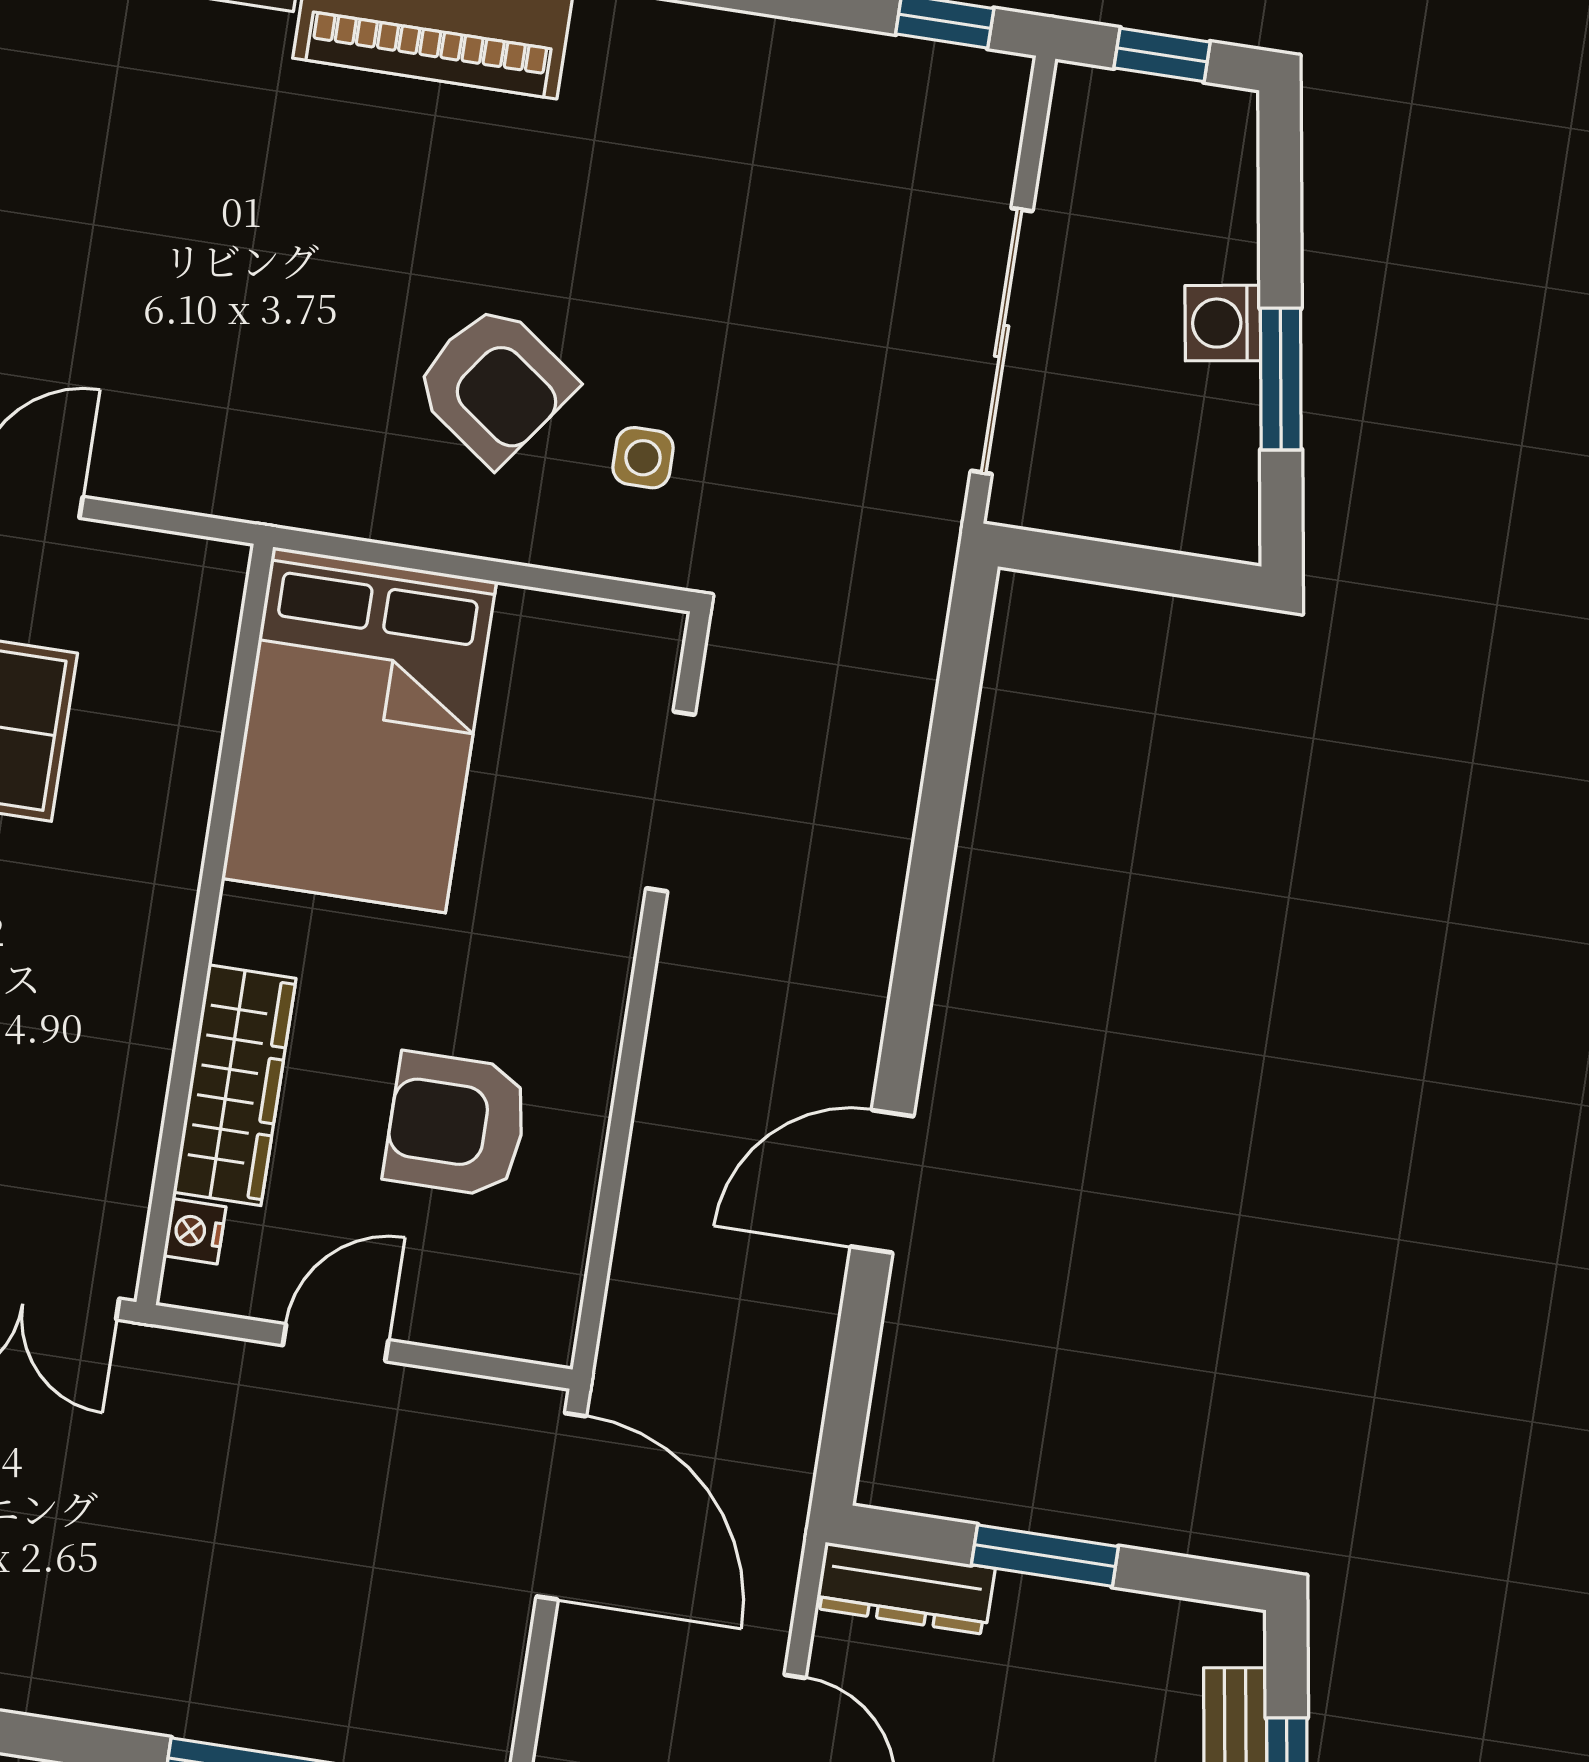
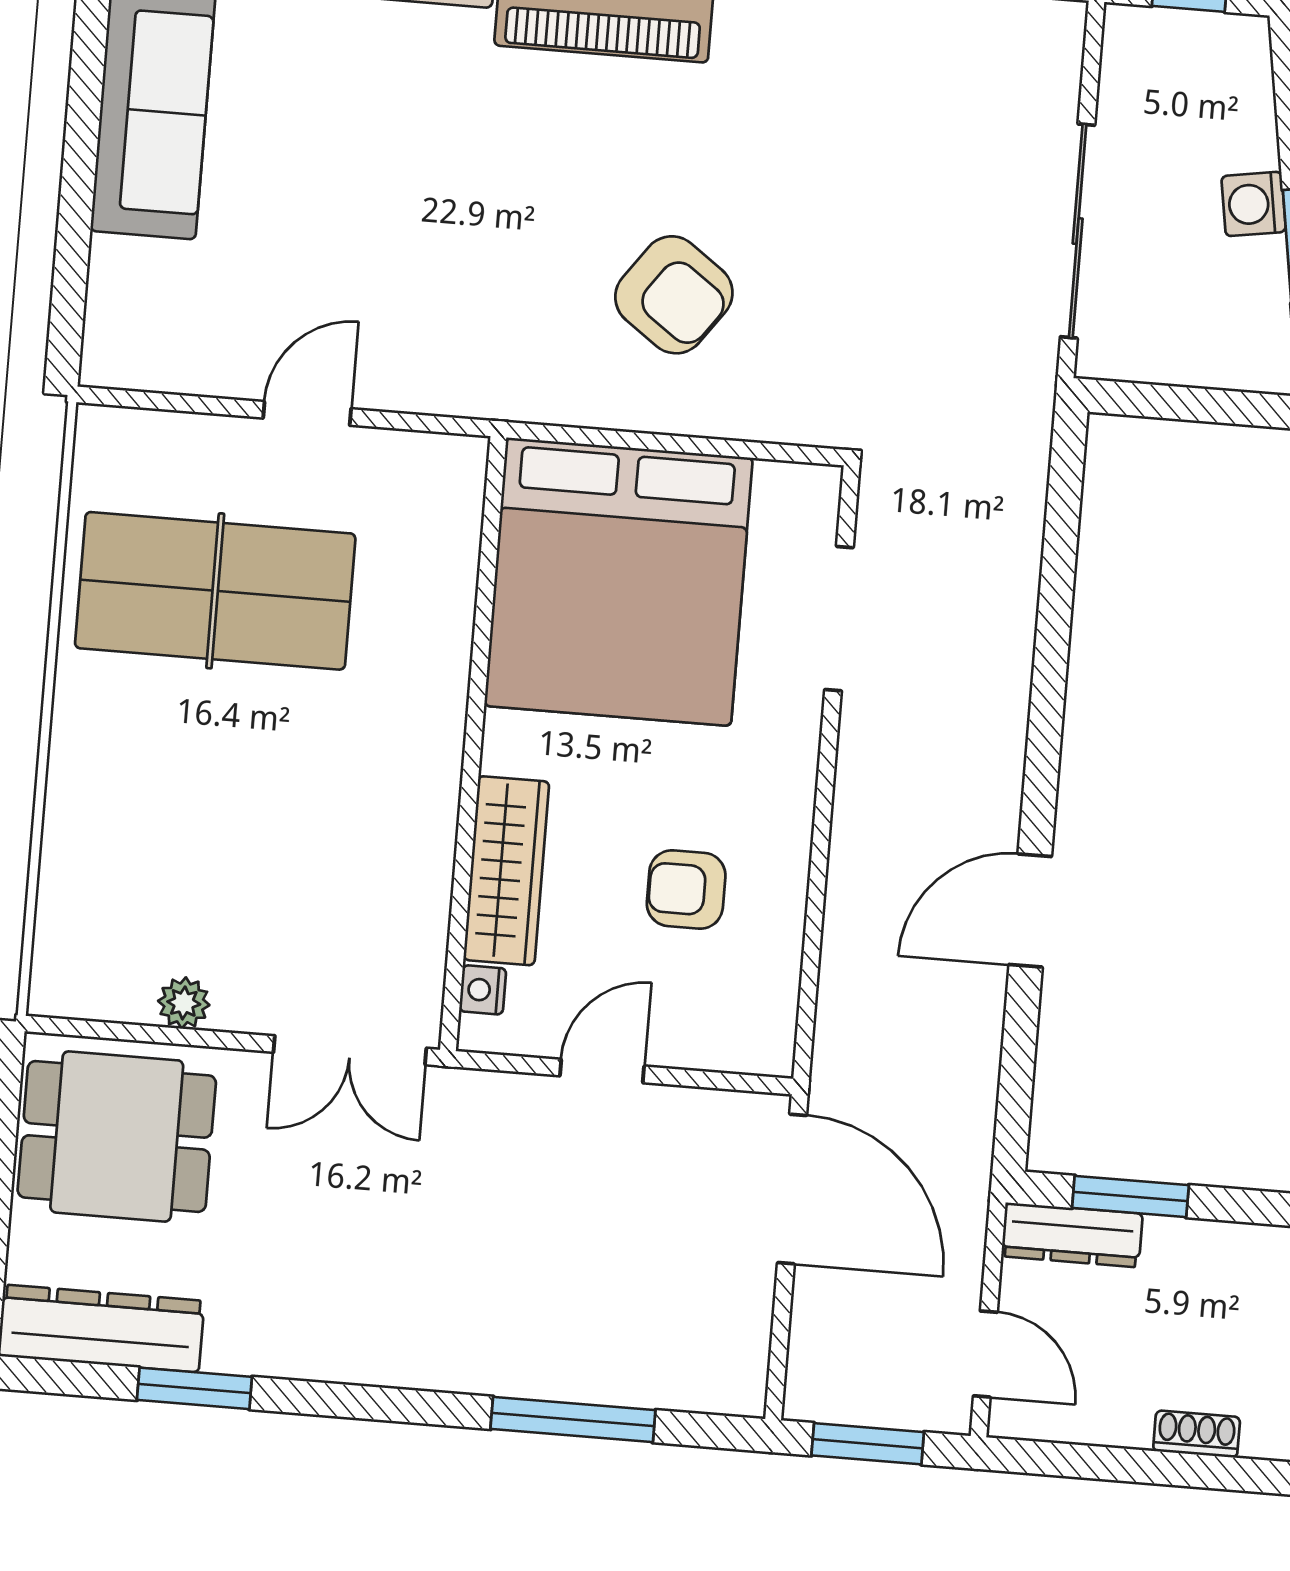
side table: (643, 458) -> (797, 345), removed
bed: (359, 730) -> (619, 582), width x1.36
armchair: (456, 1125) -> (686, 889), width x0.72, depth x0.72
window: (1045, 1556) -> (1130, 1197), moved

